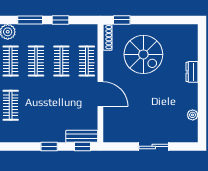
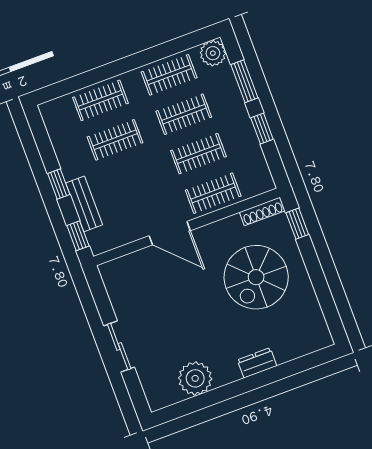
door: (100, 94) -> (170, 233), hinge flipped
clothes rail: (36, 105) -> (115, 140), added
plant: (193, 115) -> (195, 378), width x1.88, depth x1.88
bench: (82, 136) -> (84, 204), moved

